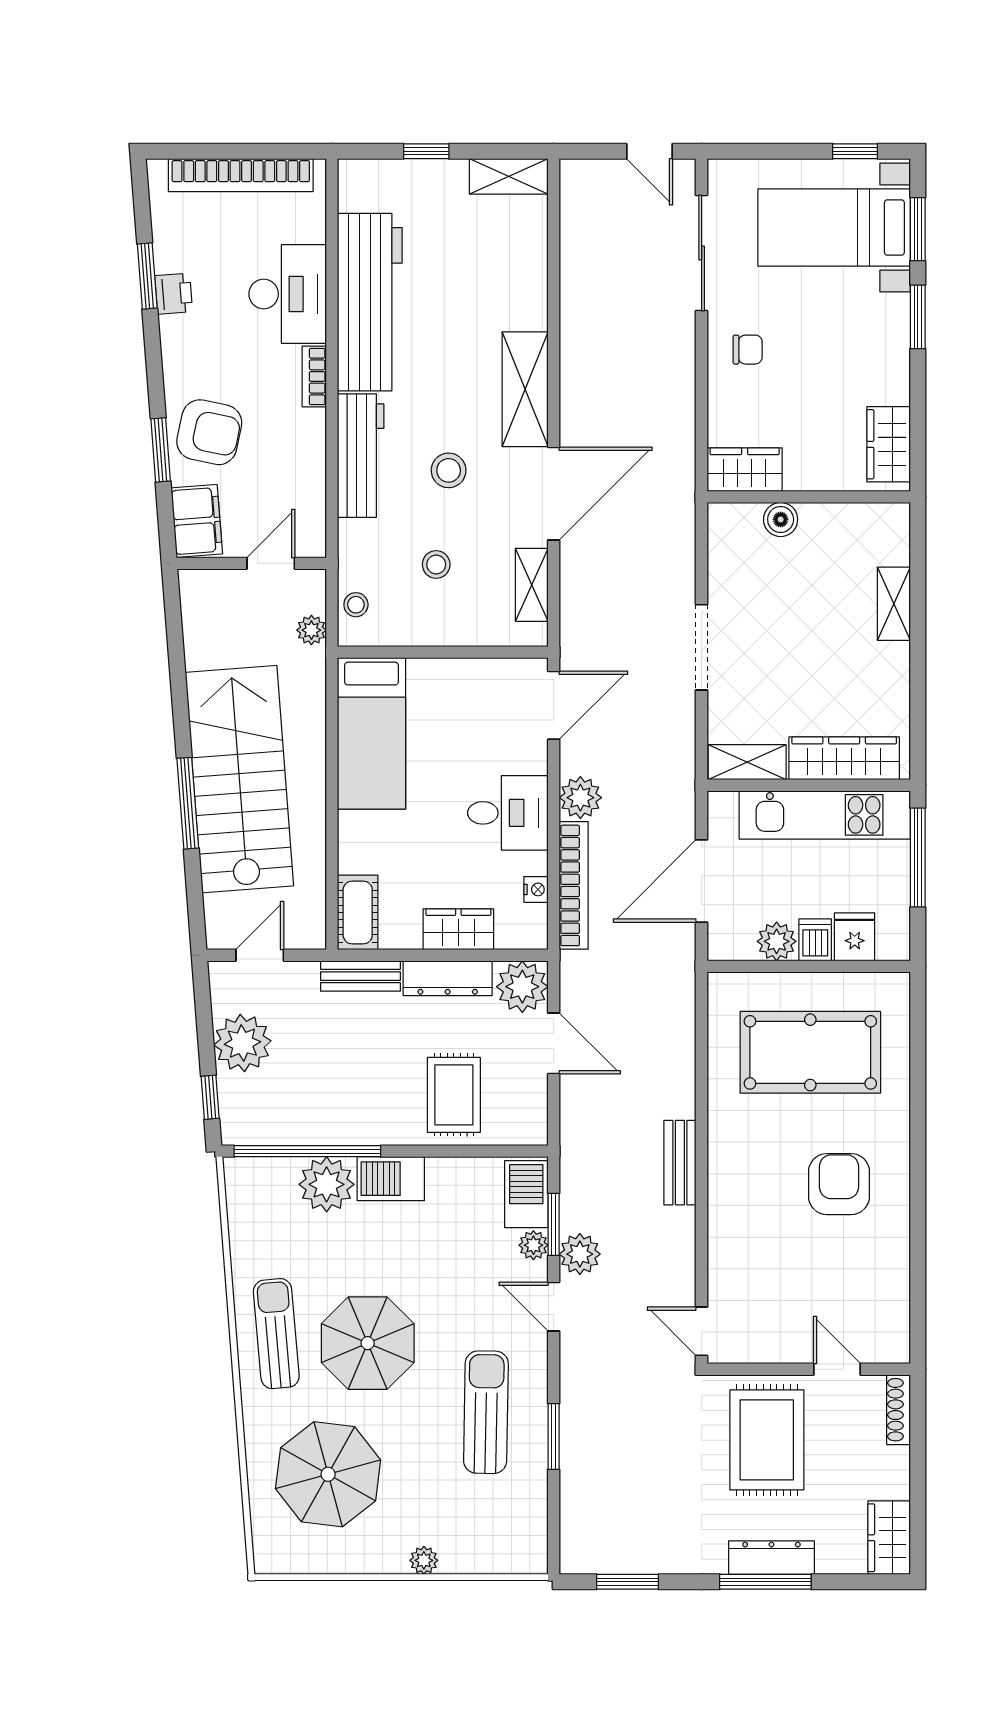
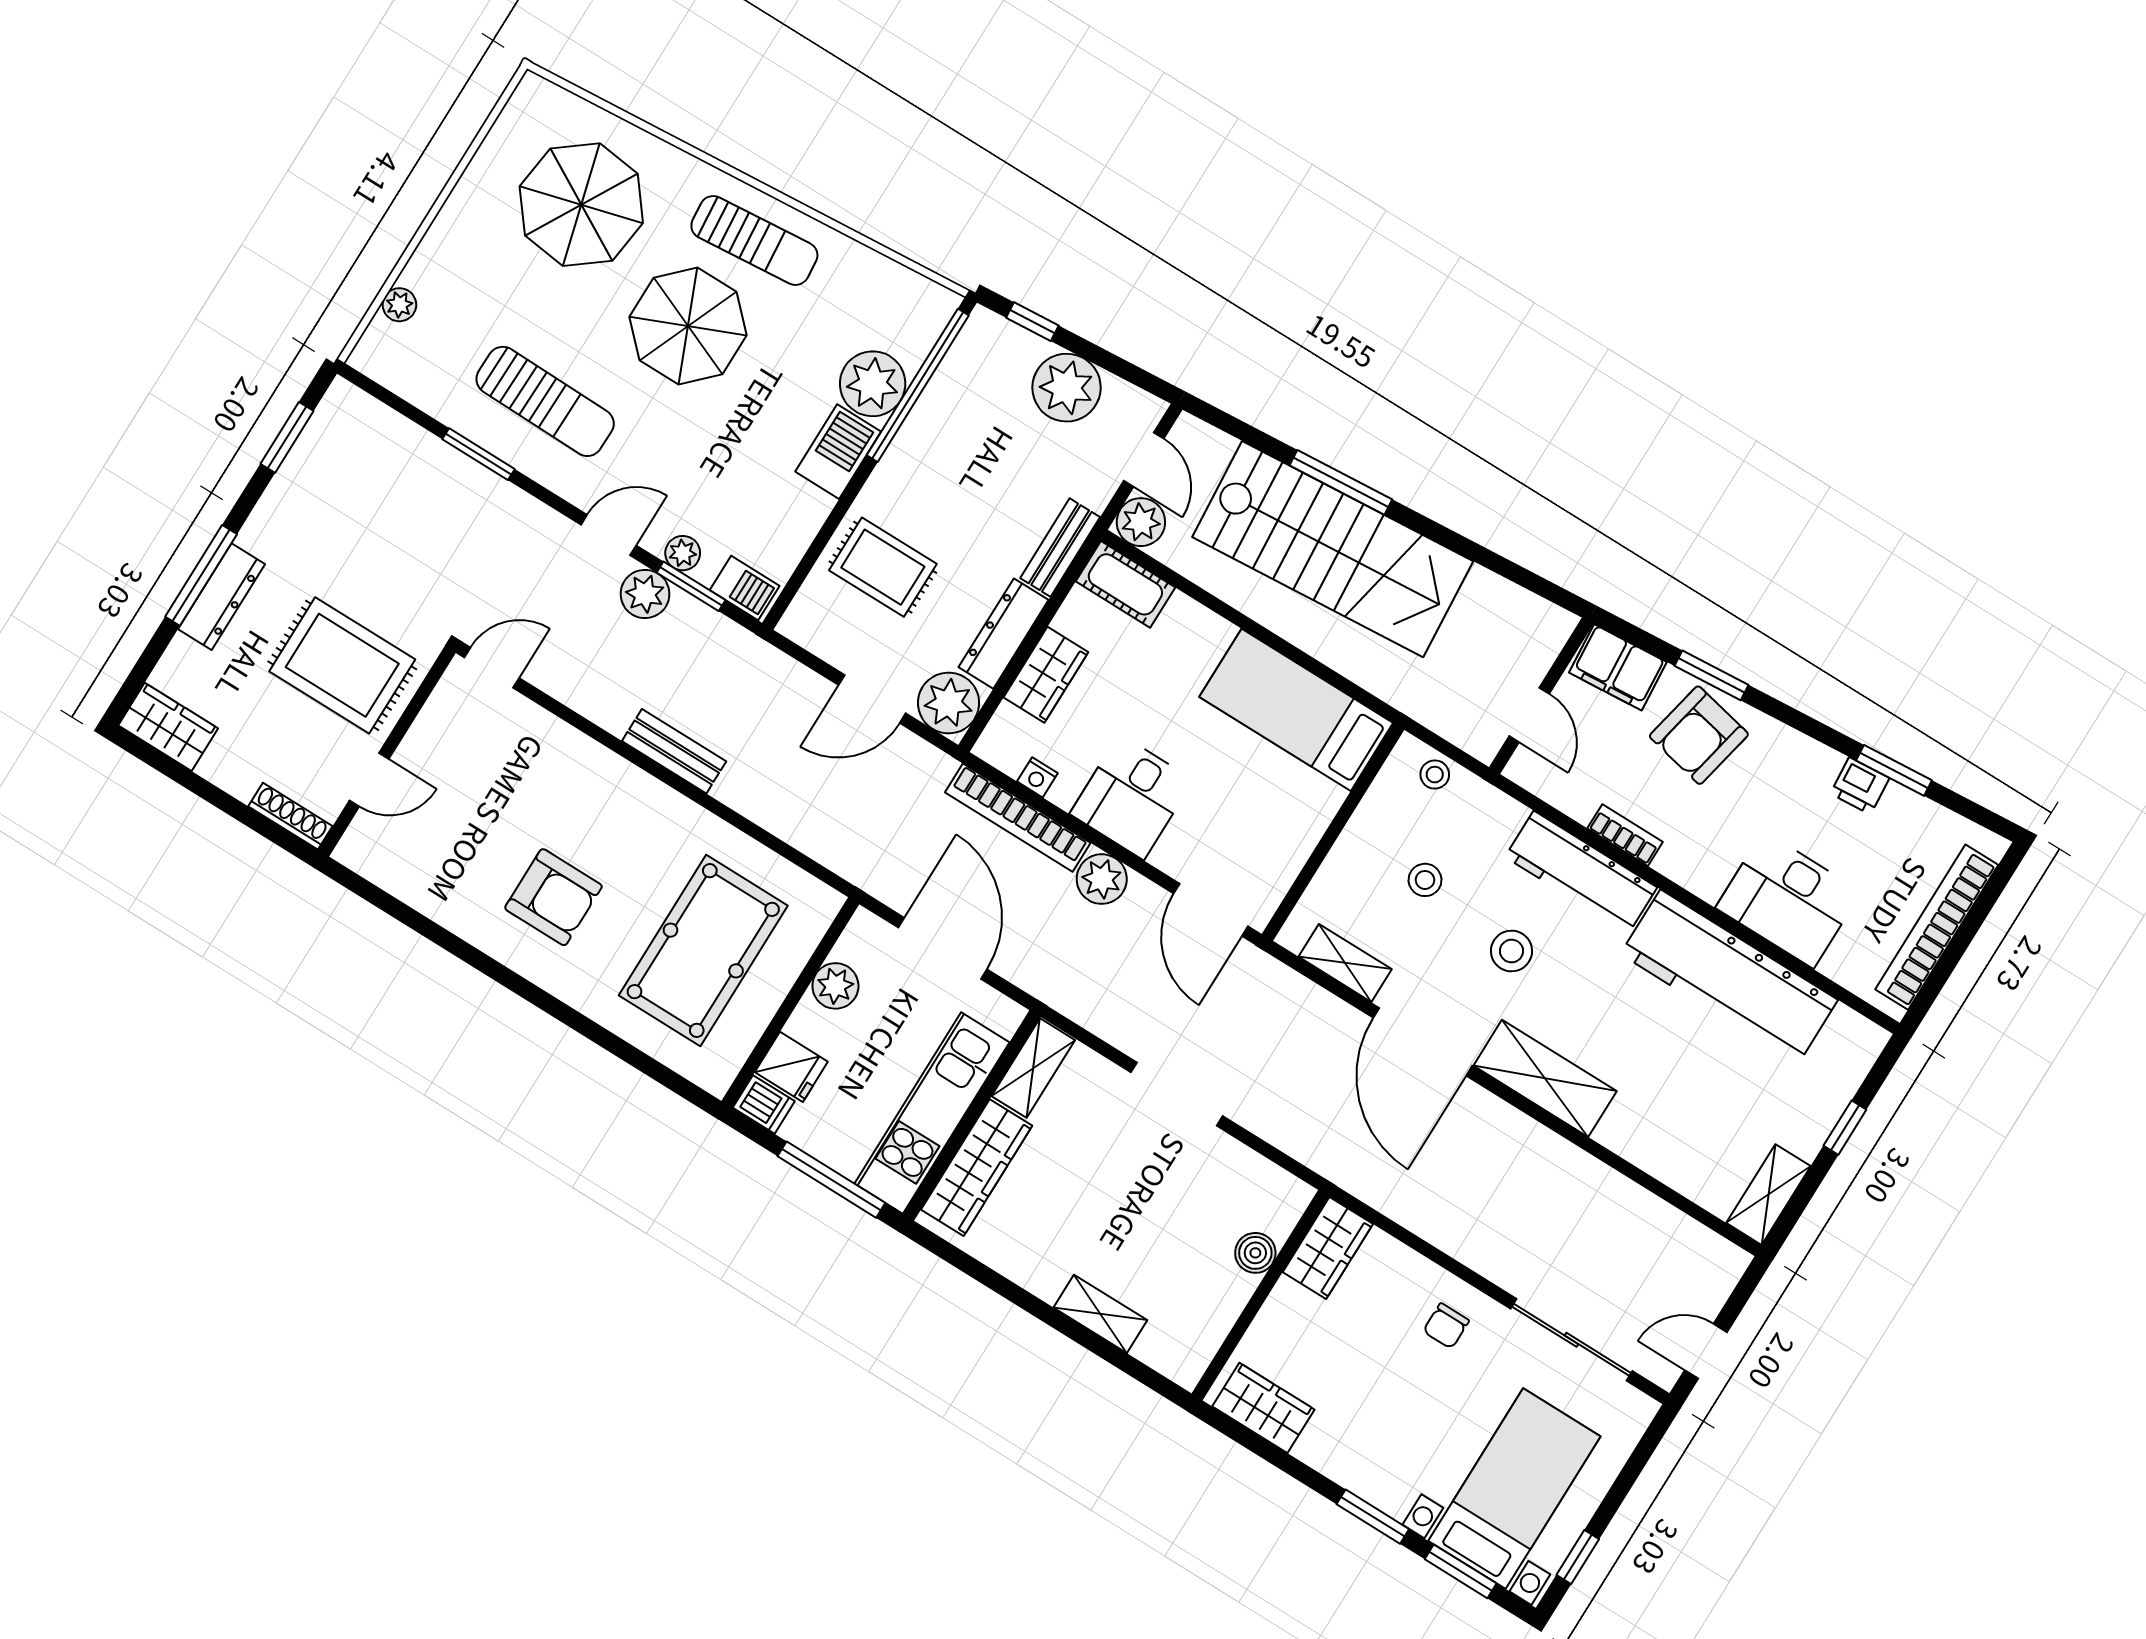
bookcase: (314, 377) -> (1625, 835), moved
plant: (311, 630) -> (1141, 522), moved, width x1.38, depth x1.38
dishwasher: (815, 940) -> (764, 1104), moved
barbecue: (526, 1194) -> (745, 588), width x0.73, depth x0.79
plant: (424, 1560) -> (399, 305), moved

